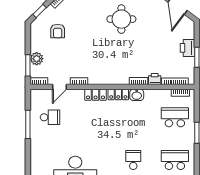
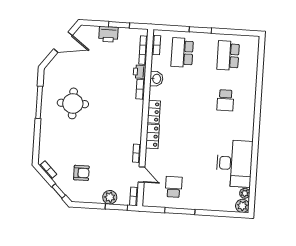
washbasin: (137, 95) -> (156, 79), moved
school desk: (133, 160) -> (225, 100), turned -90

